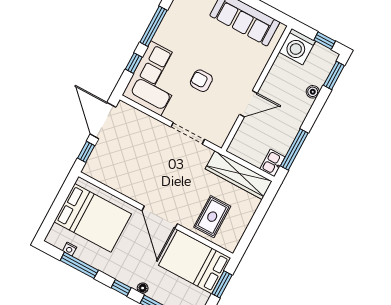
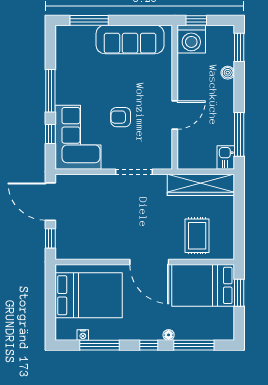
window: (325, 41) -> (196, 20), moved

